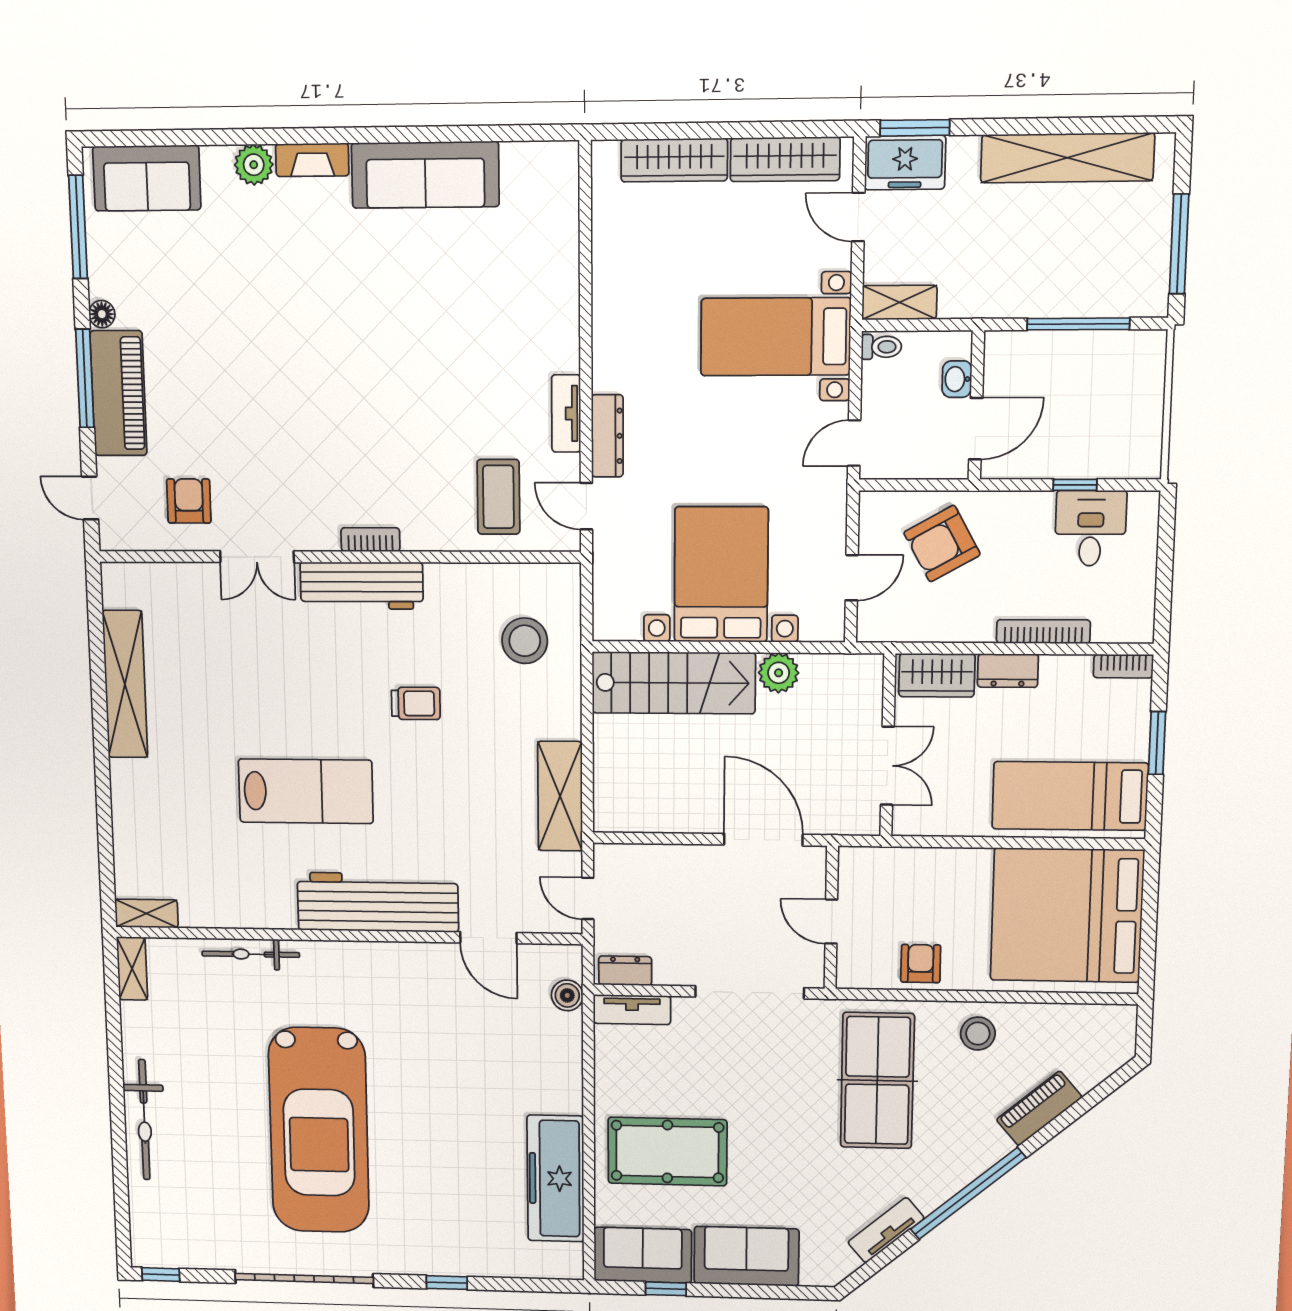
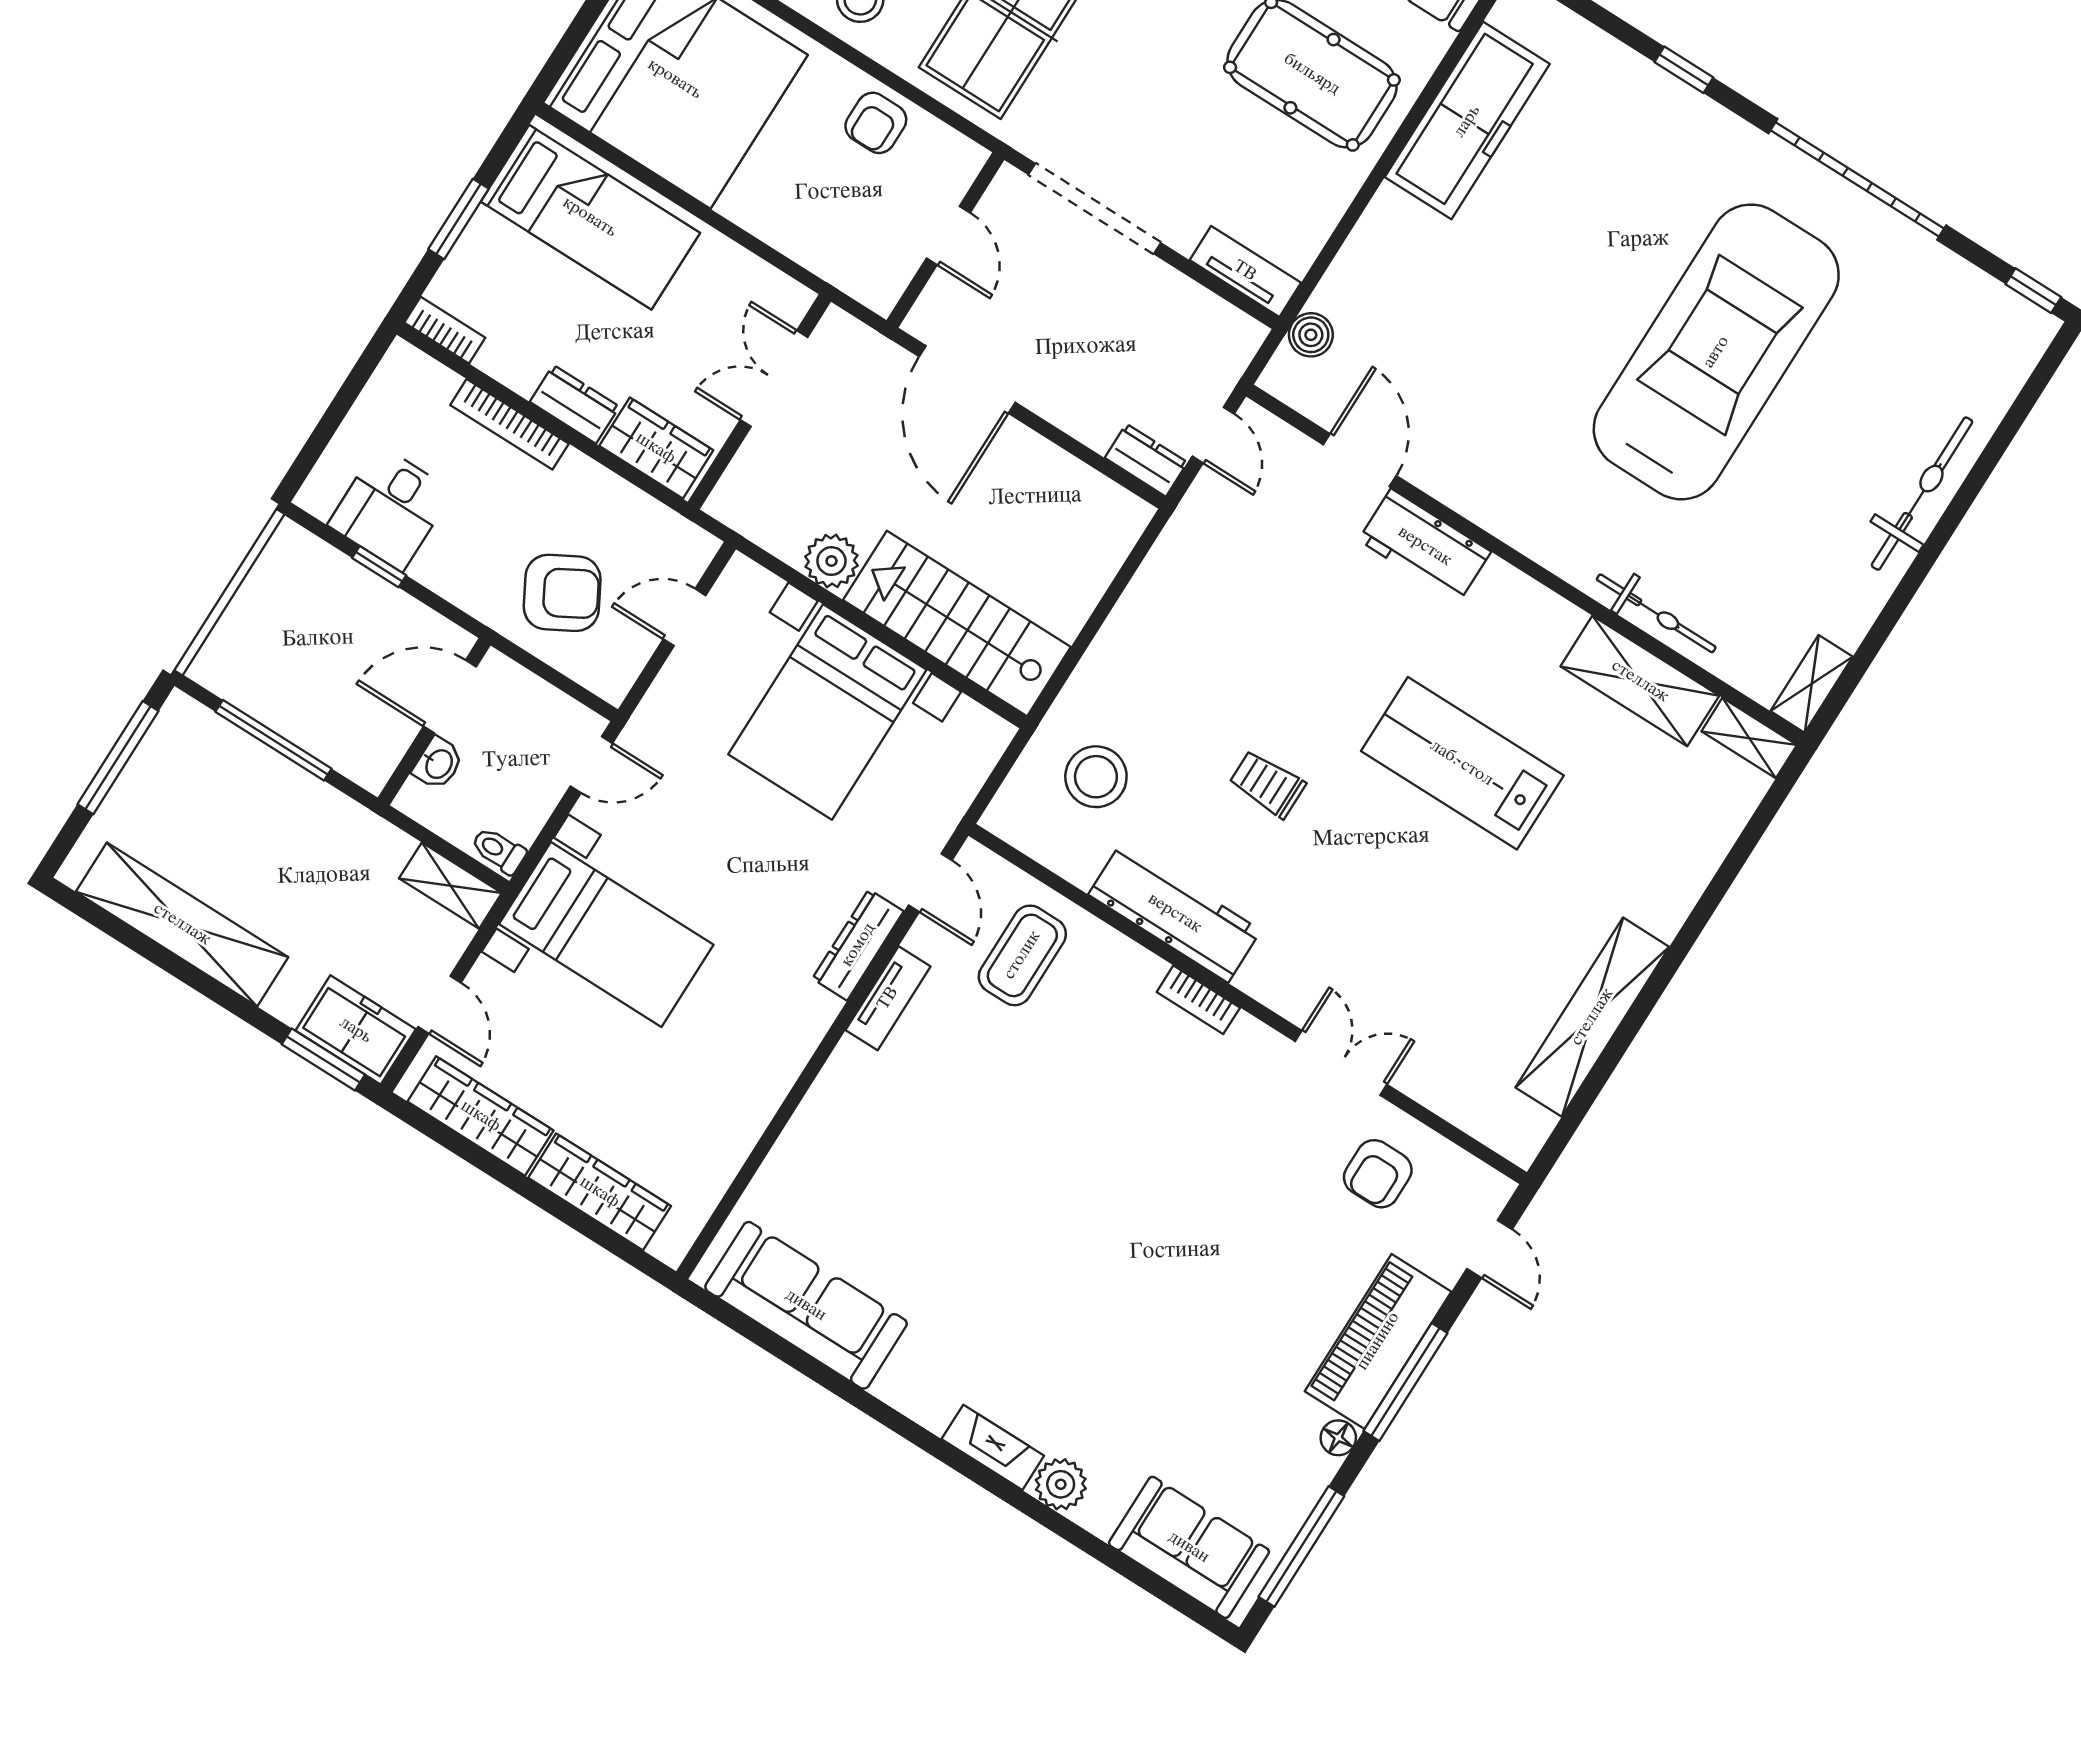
sofa: (425, 175) -> (806, 1305), moved
workbench: (362, 586) -> (1175, 913), moved
shelving: (560, 796) -> (1640, 681), moved, turned 90
workbench: (378, 902) -> (1425, 546), width x0.53, depth x0.76
dresser: (625, 971) -> (1146, 460), moved, turned 180

